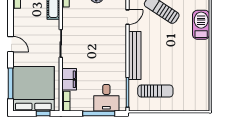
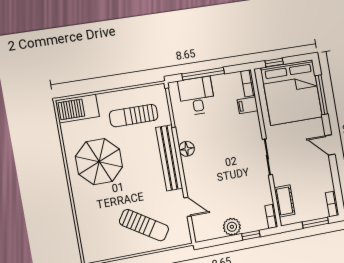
door: (128, 17) -> (187, 207), swing flipped
barbecue: (201, 25) -> (77, 108), moved, turned 90
floor lamp: (121, 60) -> (187, 149), added
parasol: (186, 62) -> (99, 162), added
filing cabinet: (69, 79) -> (248, 105), width x0.50

